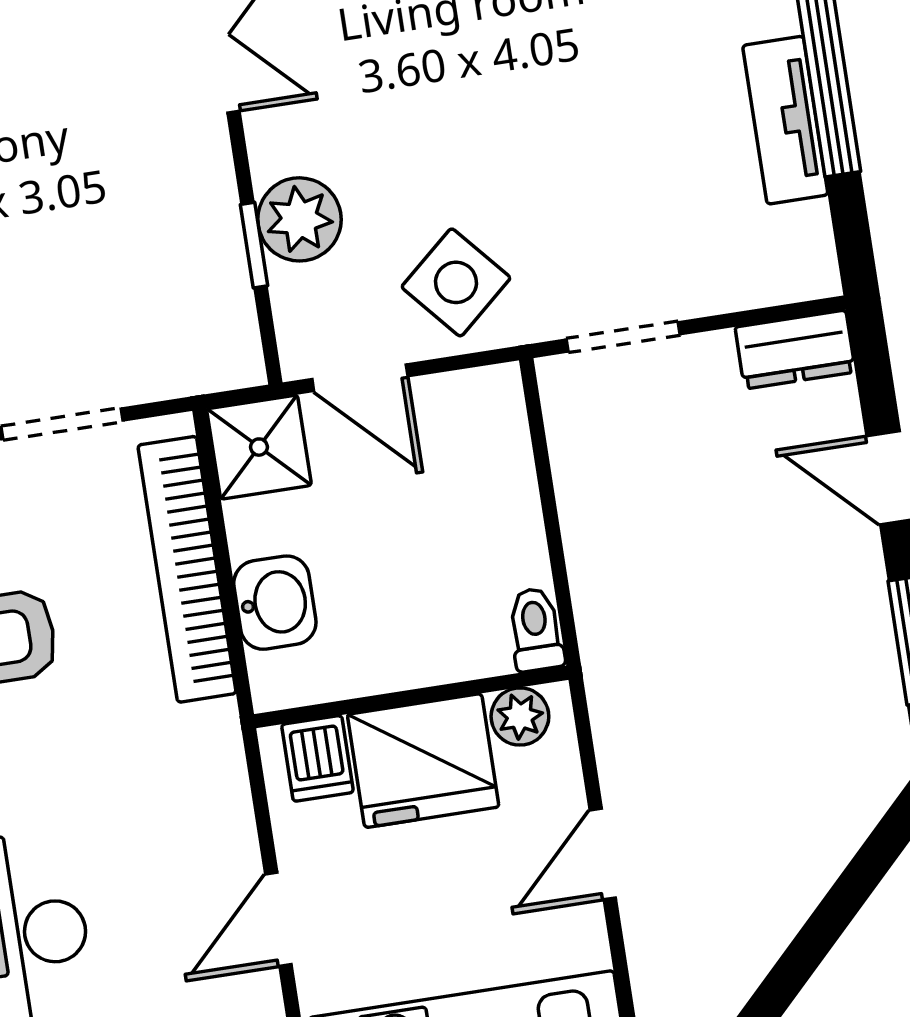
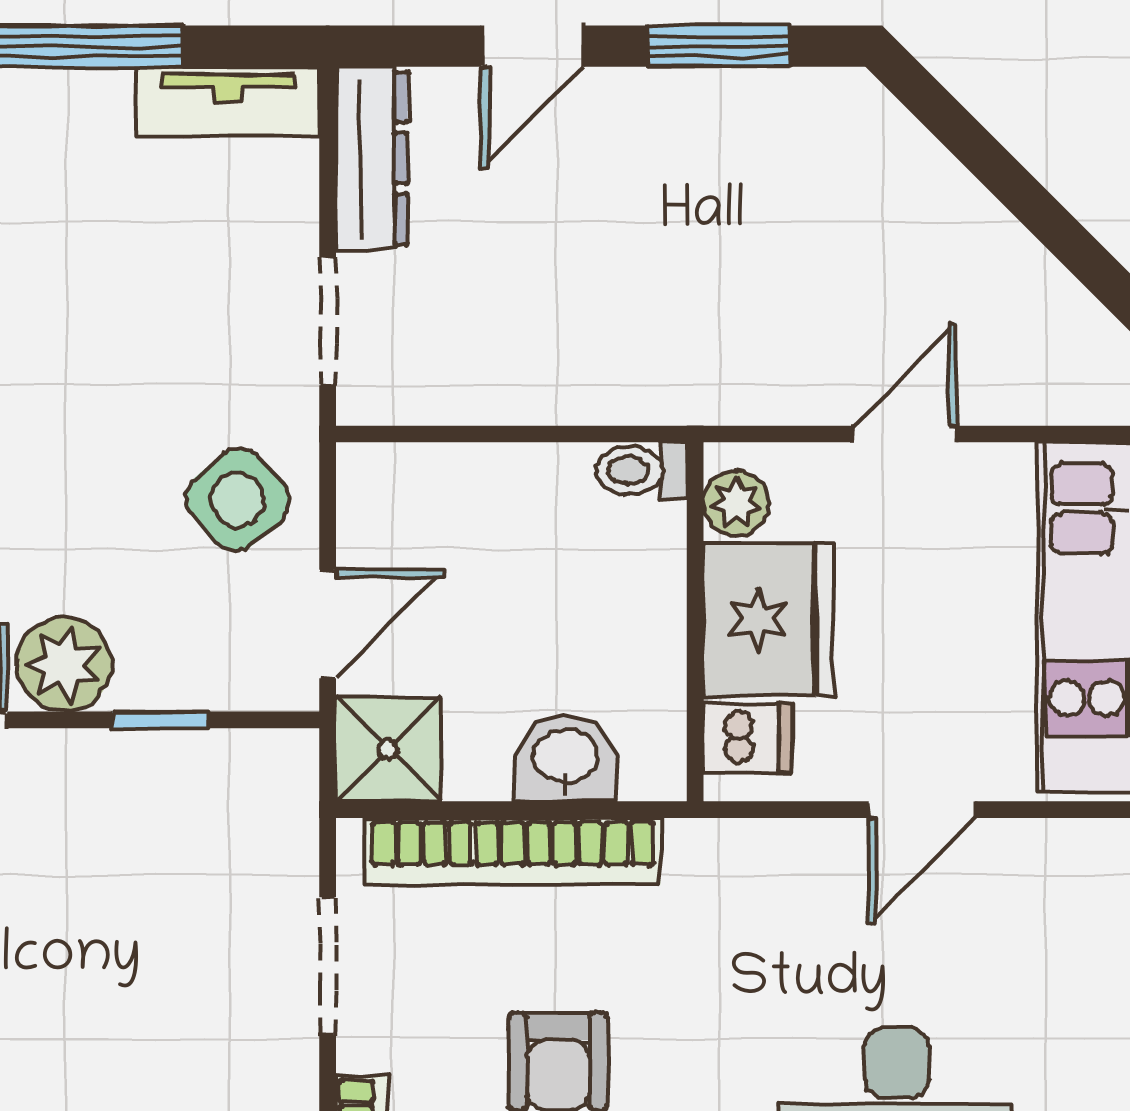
tv unit: (785, 120) -> (228, 101), moved
plant: (299, 219) -> (64, 664), moved
dresser: (795, 350) -> (372, 158), width x1.44
door: (603, 854) -> (905, 434), swing flipped
door: (278, 919) -> (922, 810), hinge flipped

